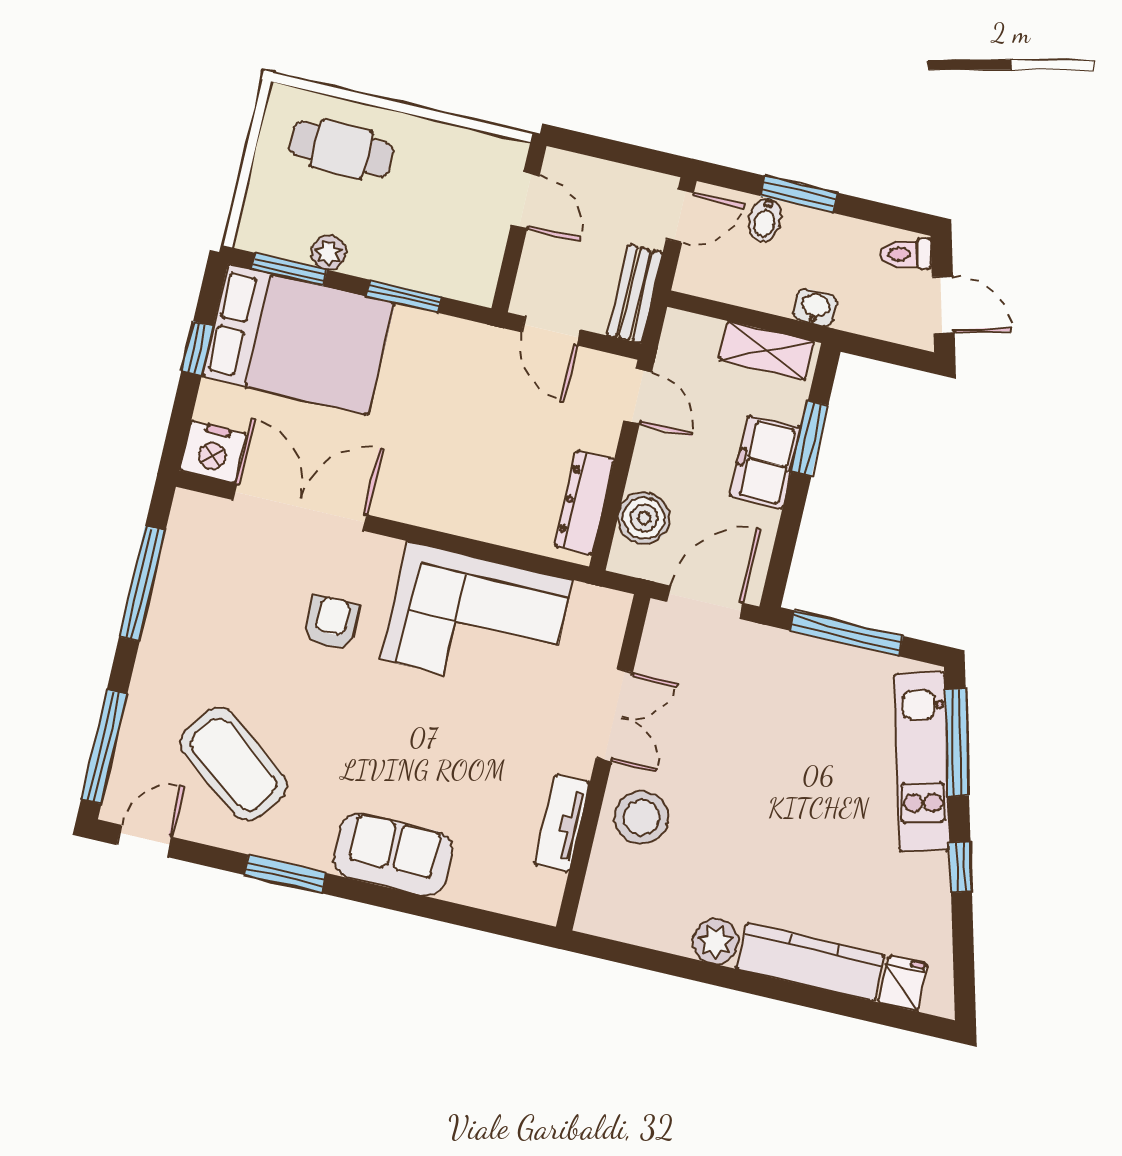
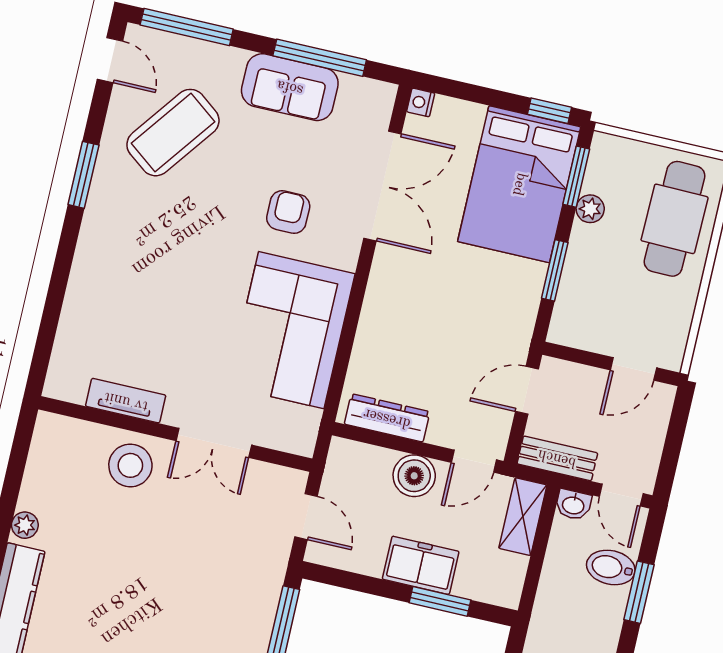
cafe table: (341, 149) -> (675, 219), width x1.37, depth x1.35
bidet: (765, 220) -> (611, 567), width x1.38, depth x1.36
washbasin: (815, 308) -> (573, 505), moved, turned 90
window: (197, 349) -> (550, 111), moved
shelving: (767, 351) -> (523, 517), moved
nightstand: (213, 452) -> (421, 102), width x0.53, depth x0.56
boiler: (644, 518) -> (414, 476), moved
door: (705, 602) -> (306, 517), width x0.73
armchair: (331, 623) -> (288, 212), turned -90
sofa: (393, 855) -> (290, 87), moved, turned 90
plant: (716, 941) -> (25, 525), width x0.73, depth x0.73

